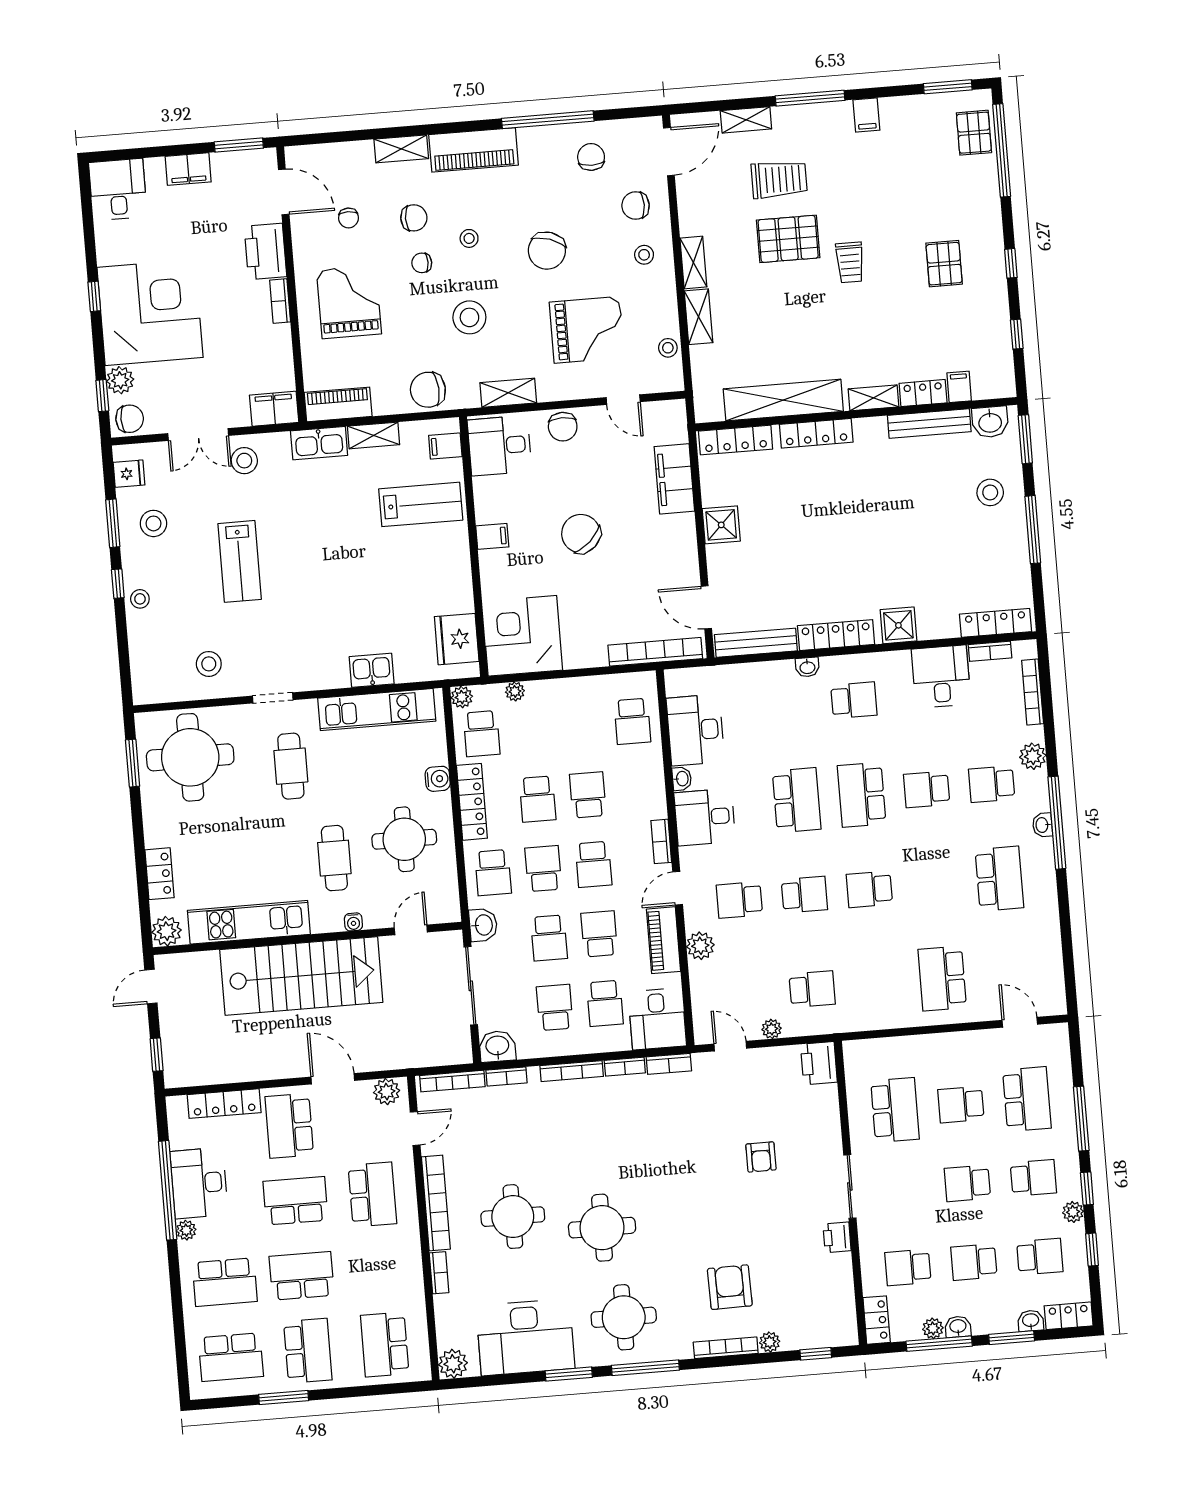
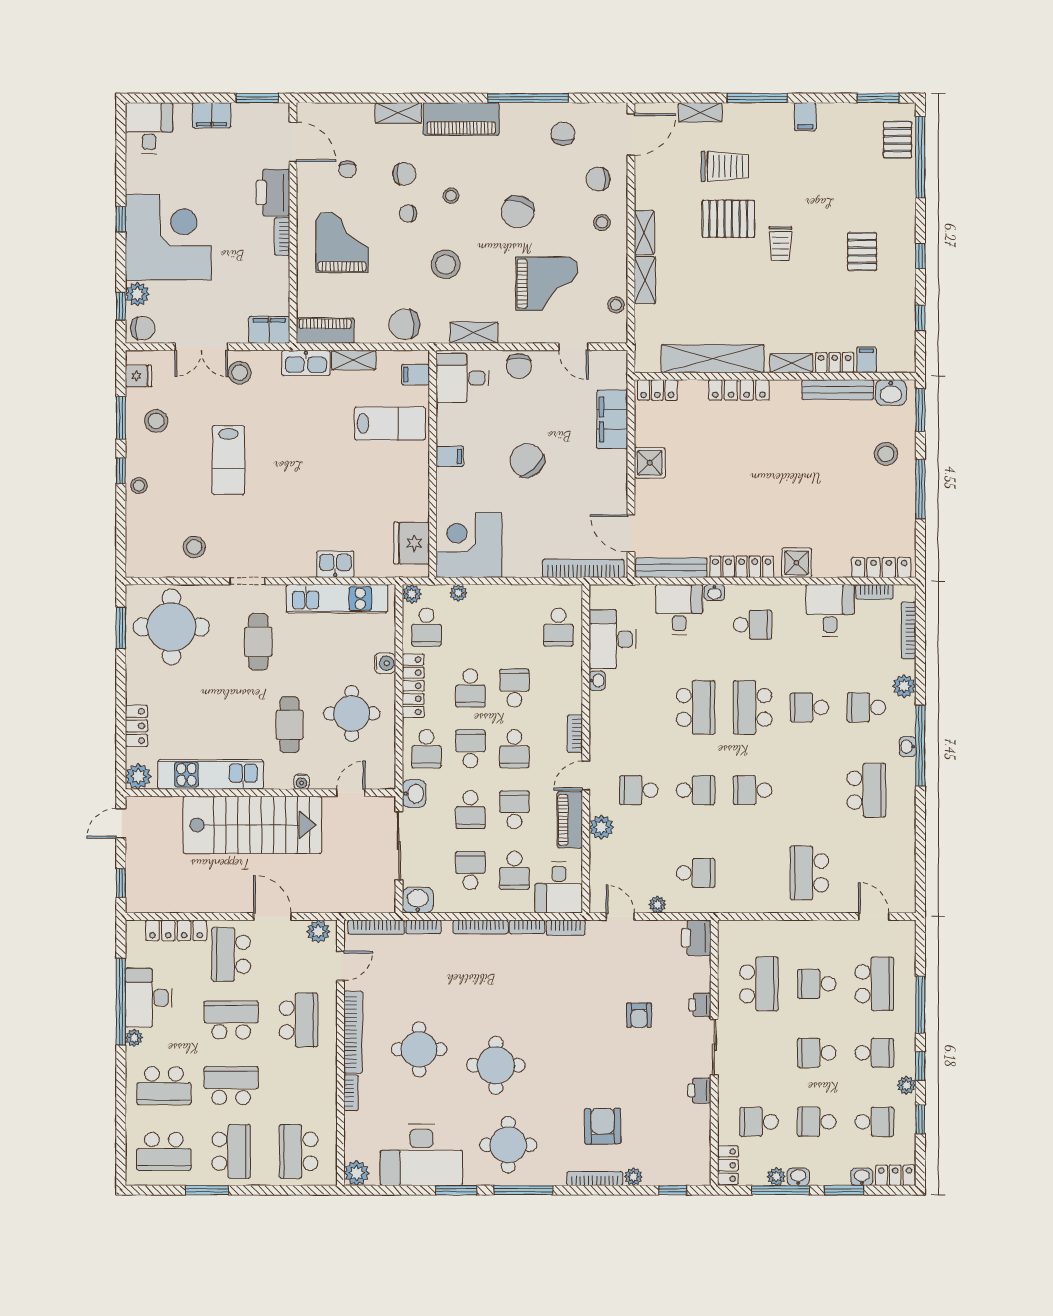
locker: (736, 440) -> (657, 390), width x0.66
desk: (705, 817) -> (679, 610), moved, turned 90
printer: (829, 1139) -> (700, 1005), added

